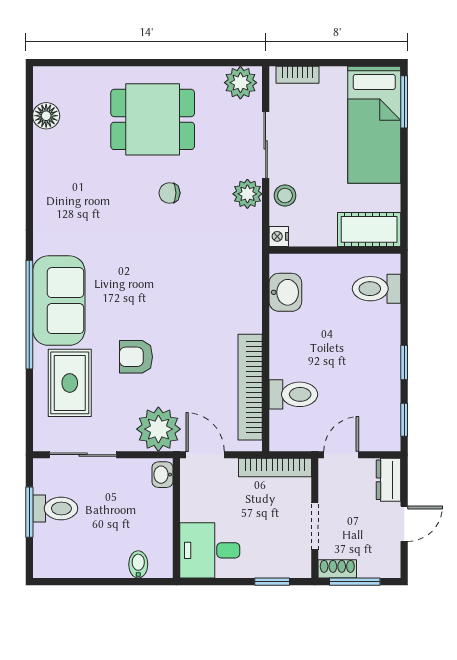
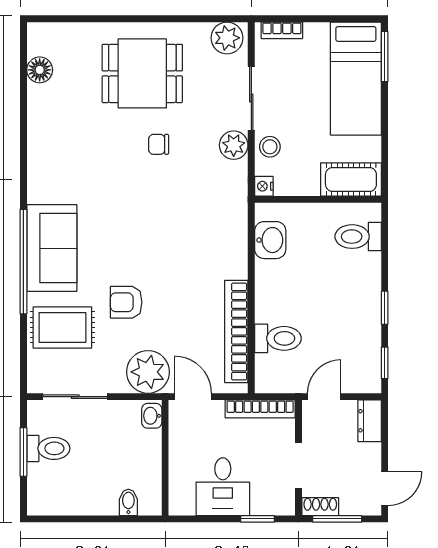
rug: (70, 383) -> (62, 327), turned 90
door: (404, 524) -> (385, 489), moved
desk: (210, 550) -> (223, 487), moved, turned -90

